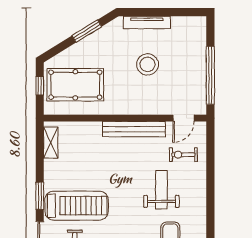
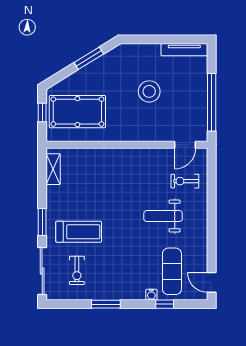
tv unit: (147, 22) -> (184, 50), moved
bench: (134, 129) -> (136, 156), removed
weight bench: (161, 190) -> (163, 216), turned -90
treadmill: (77, 206) -> (79, 232), width x0.73, depth x0.73

